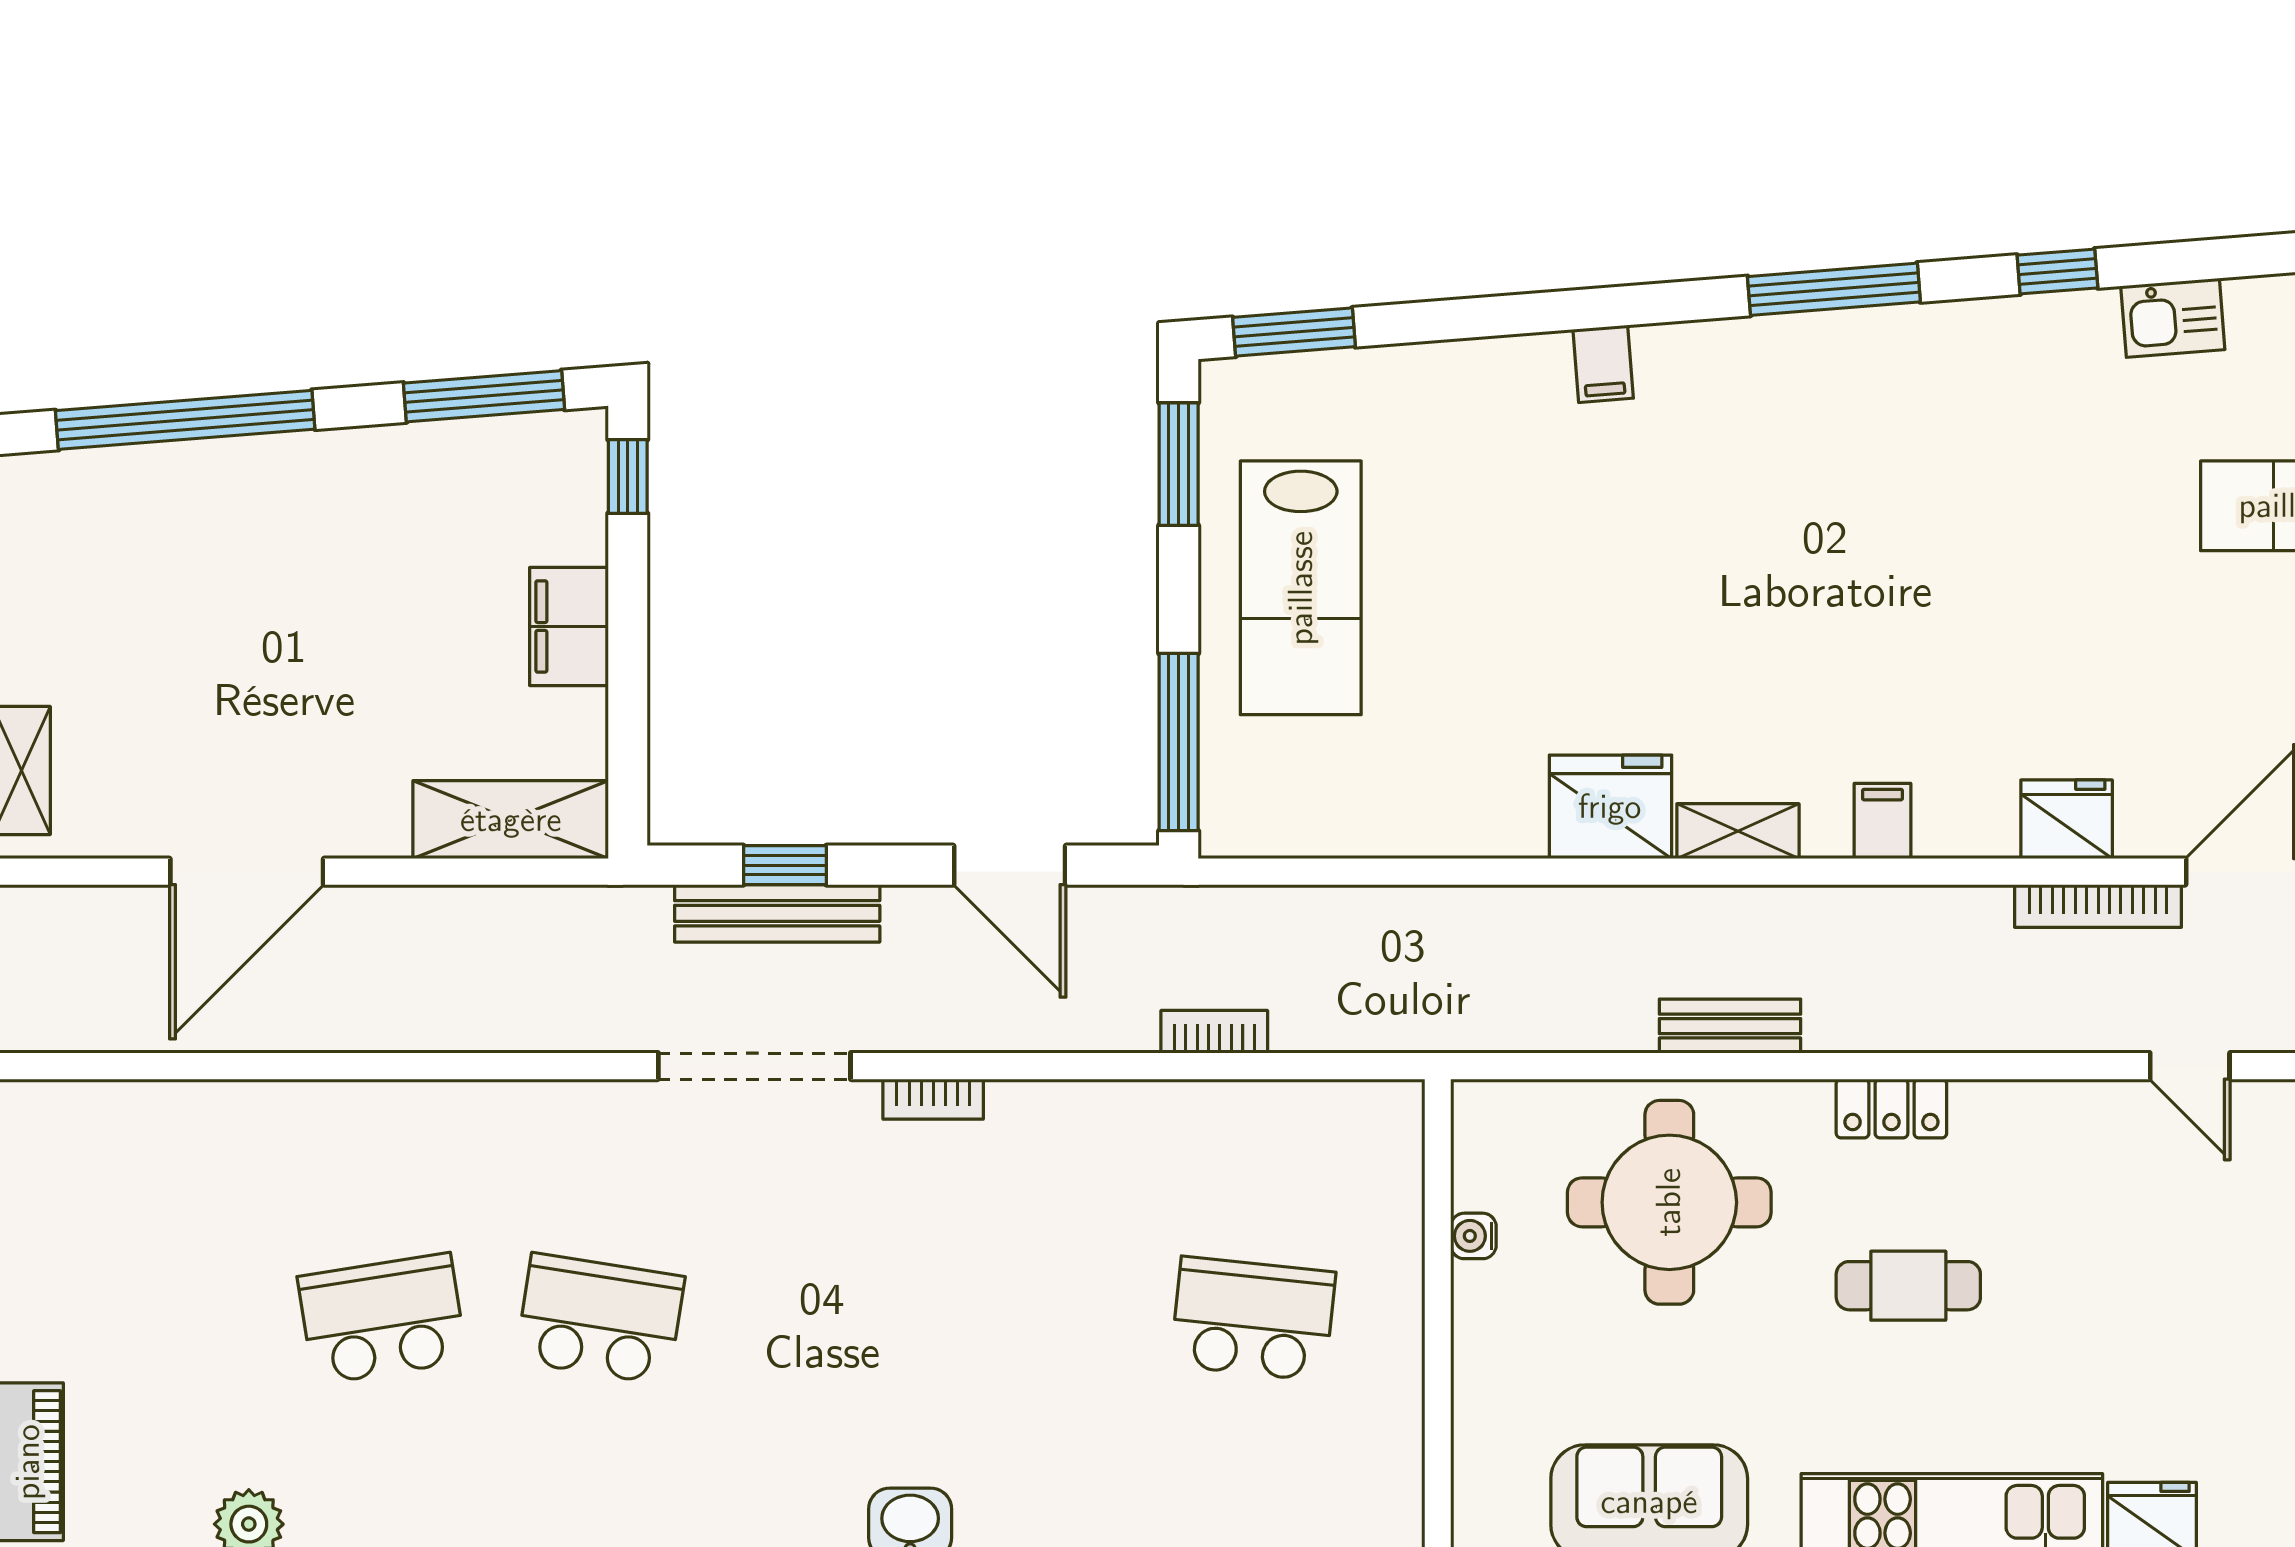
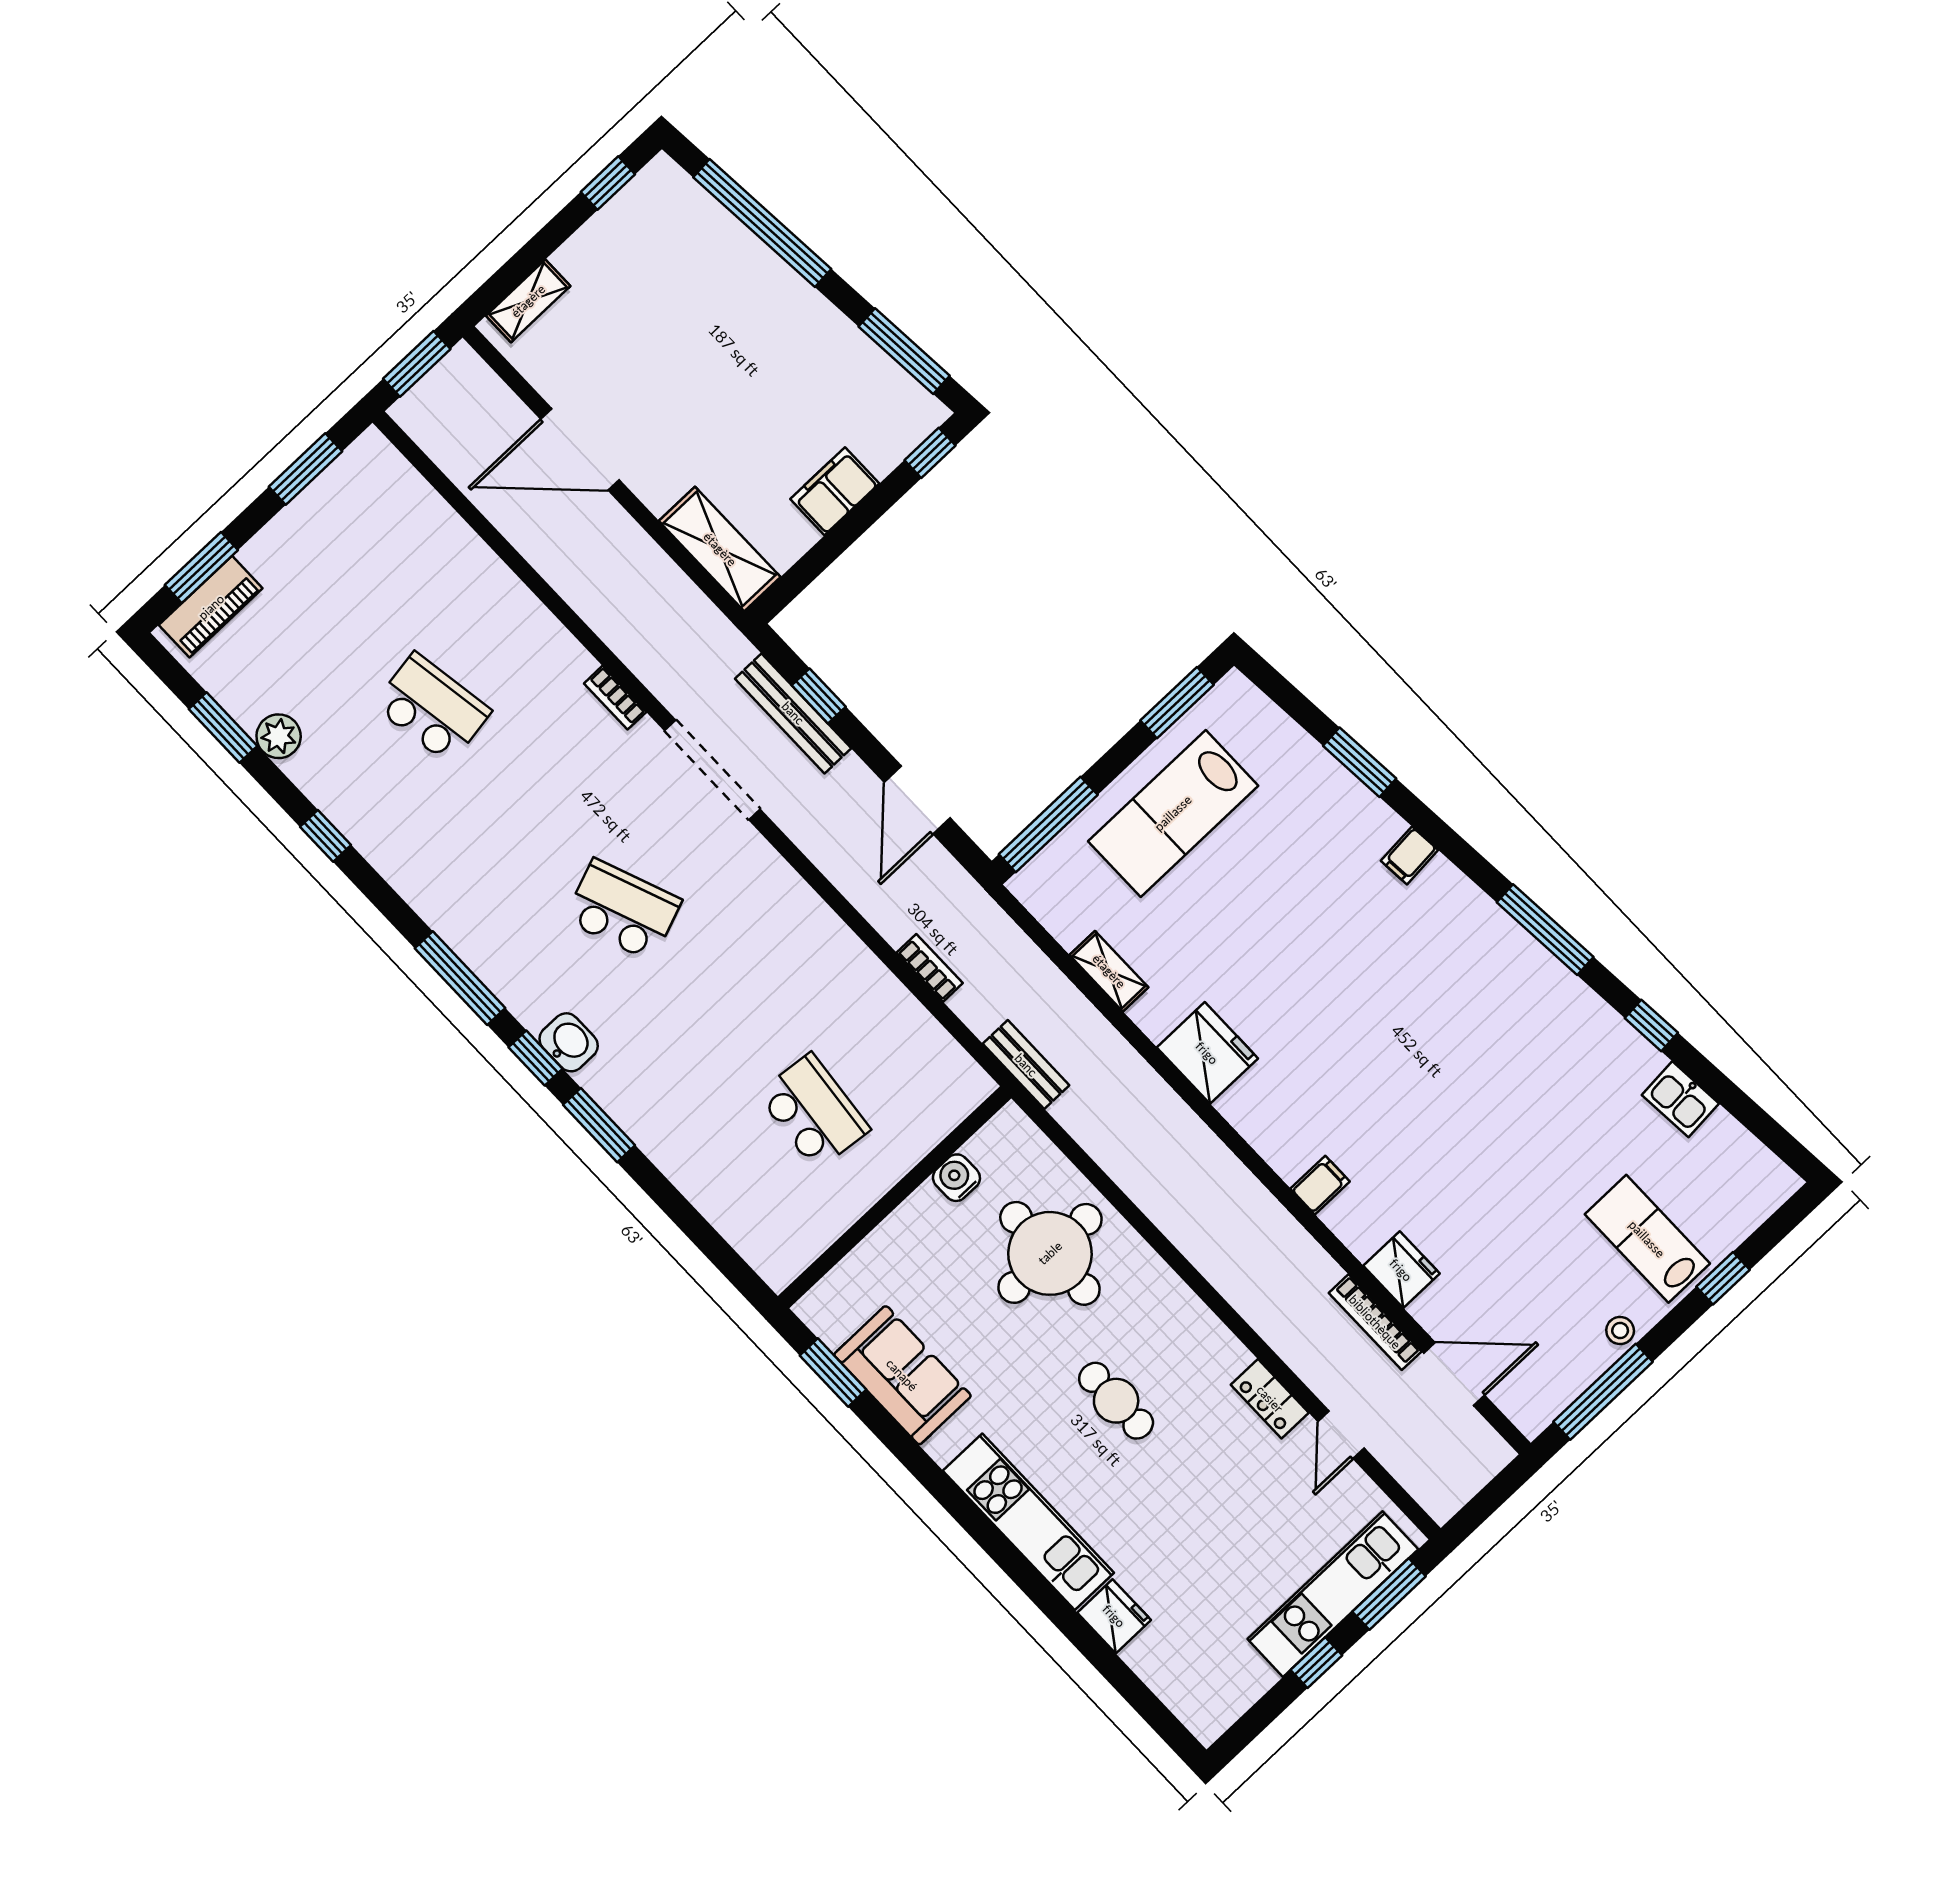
window: (1294, 332) -> (1360, 762), moved
shelving: (1738, 831) -> (1109, 971), moved
bench: (1730, 1026) -> (1026, 1065), moved
bookcase: (933, 1099) -> (615, 698), moved
locker: (1891, 1108) -> (1270, 1399), moved
water cooler: (1473, 1236) -> (956, 1178), width x1.38, depth x1.38
school desk: (600, 1319) -> (623, 910), moved, turned -30

